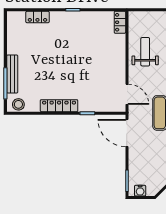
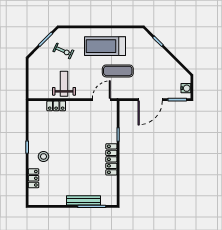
locker: (120, 22) -> (56, 106), moved
weight bench: (145, 52) -> (64, 84), turned 90
stool: (18, 104) -> (43, 156), moved
door: (127, 133) -> (150, 100), moved

